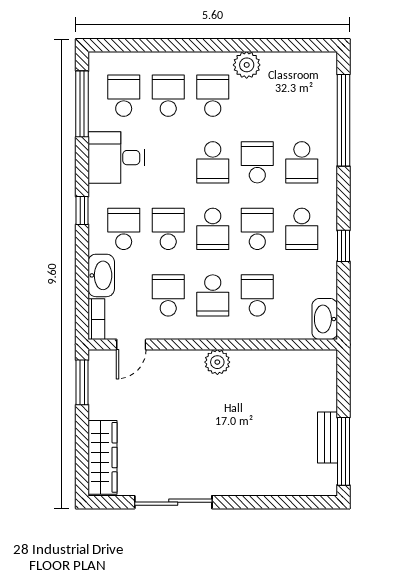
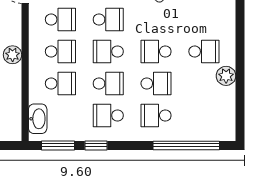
school desk: (168, 96) -> (204, 19), removed
school desk: (213, 295) -> (60, 51), turned 180
window: (343, 299) -> (58, 145), added
washbasin: (325, 319) -> (38, 119), moved, turned 90

